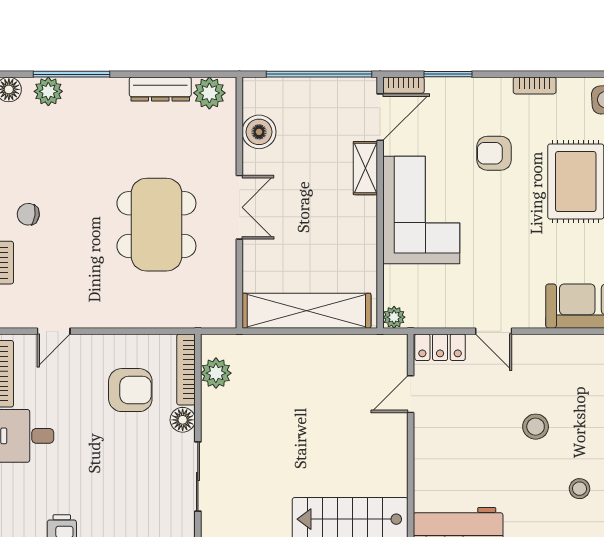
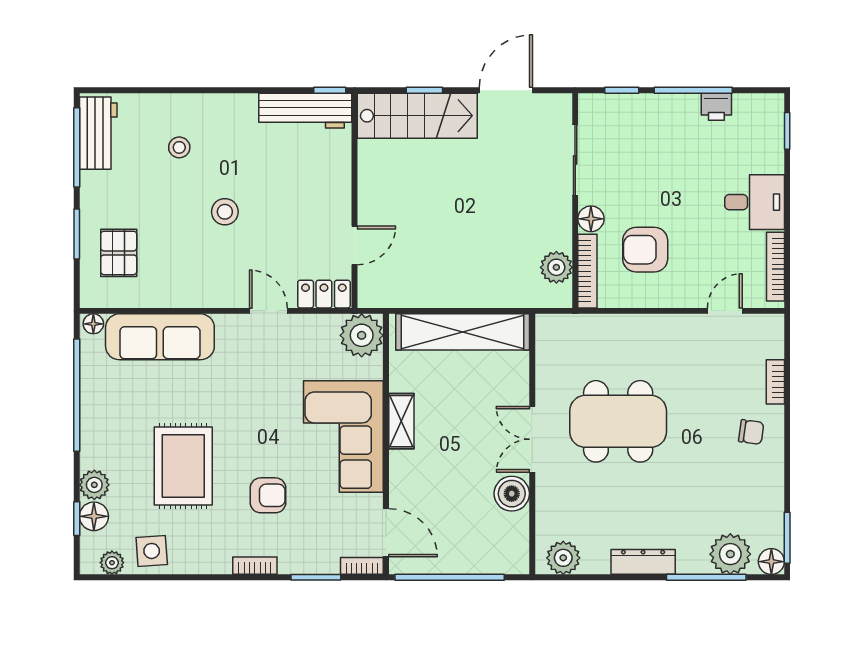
bookcase: (535, 86) -> (255, 566), moved
dresser: (160, 89) -> (643, 562), moved
plant: (48, 91) -> (730, 554), width x1.36, depth x1.36
door: (380, 117) -> (386, 533), swing flipped
boiler: (259, 132) -> (512, 494), moved
shelving: (365, 168) -> (401, 421), moved
dining table: (156, 225) -> (618, 421), turned 90
plant: (394, 317) -> (362, 335), width x1.88, depth x1.88

